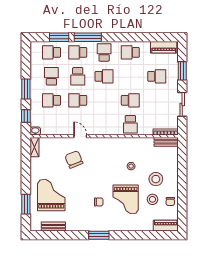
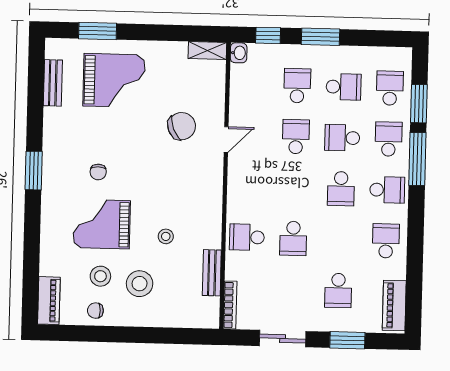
bench: (166, 142) -> (212, 273), moved

